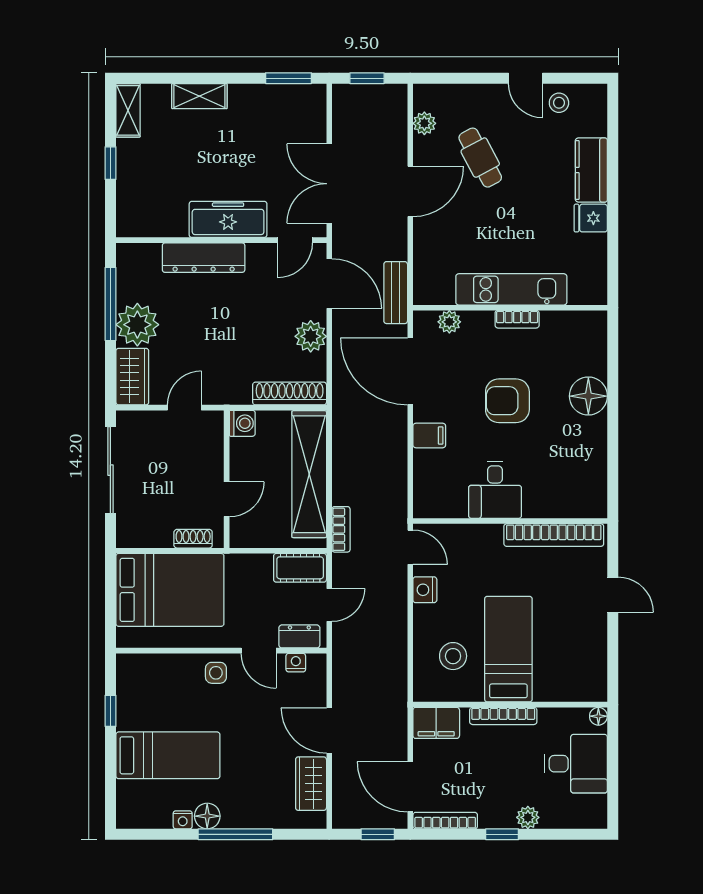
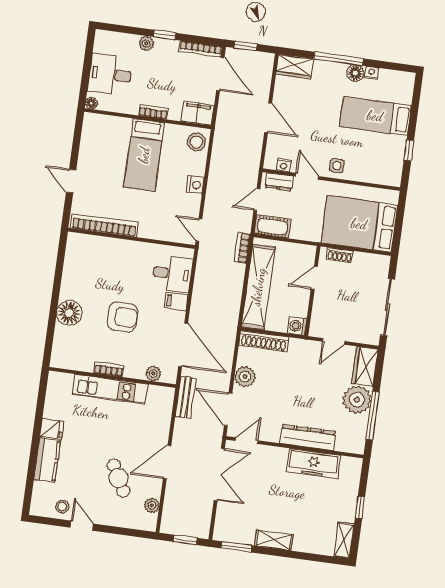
shelving: (199, 96) -> (274, 540), moved
freezer: (228, 219) -> (313, 464), moved
desk: (495, 490) -> (172, 274), moved, turned 90
nightstand: (425, 590) -> (195, 185), moved
stool: (453, 656) -> (196, 142), moved
bookcase: (503, 716) -> (153, 112), width x0.64
wardrobe: (311, 784) -> (295, 67), moved, turned 90

